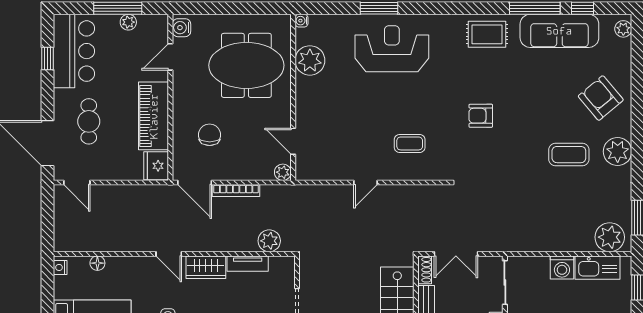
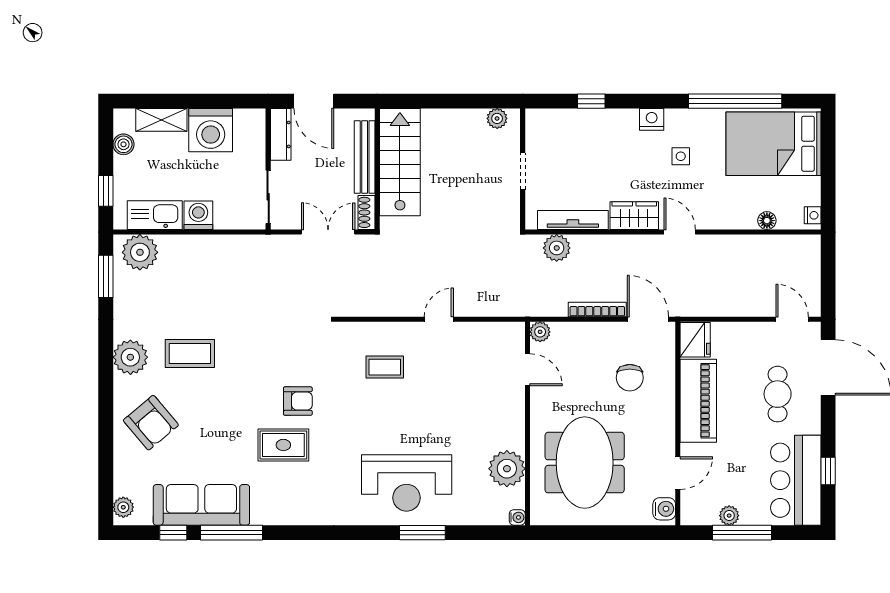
rug: (487, 34) -> (283, 445), moved
meeting table: (246, 65) -> (585, 463), turned 90
tv unit: (248, 264) -> (573, 220), width x1.41

